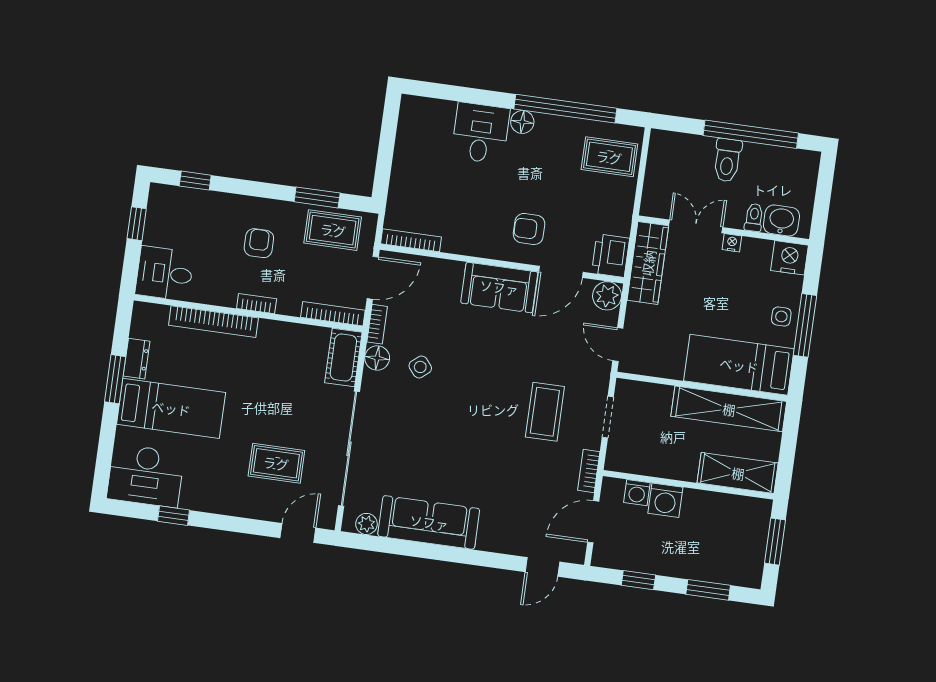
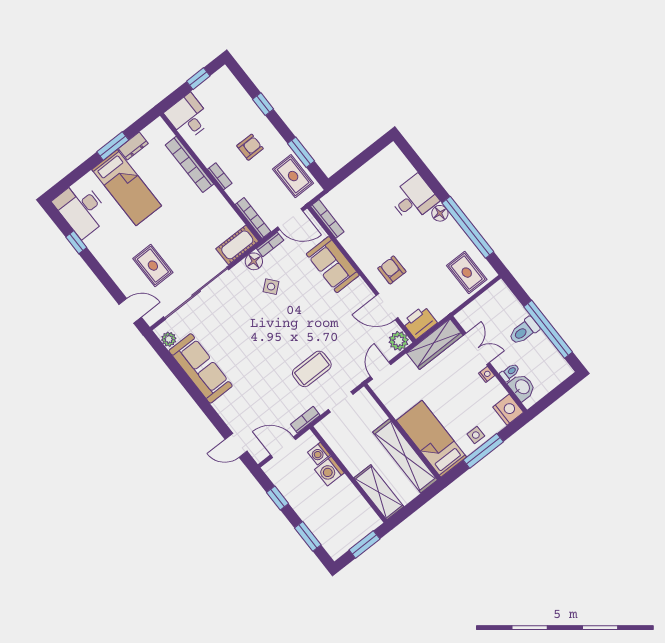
window: (195, 181) -> (263, 104), moved
sofa: (499, 287) -> (333, 265), moved

